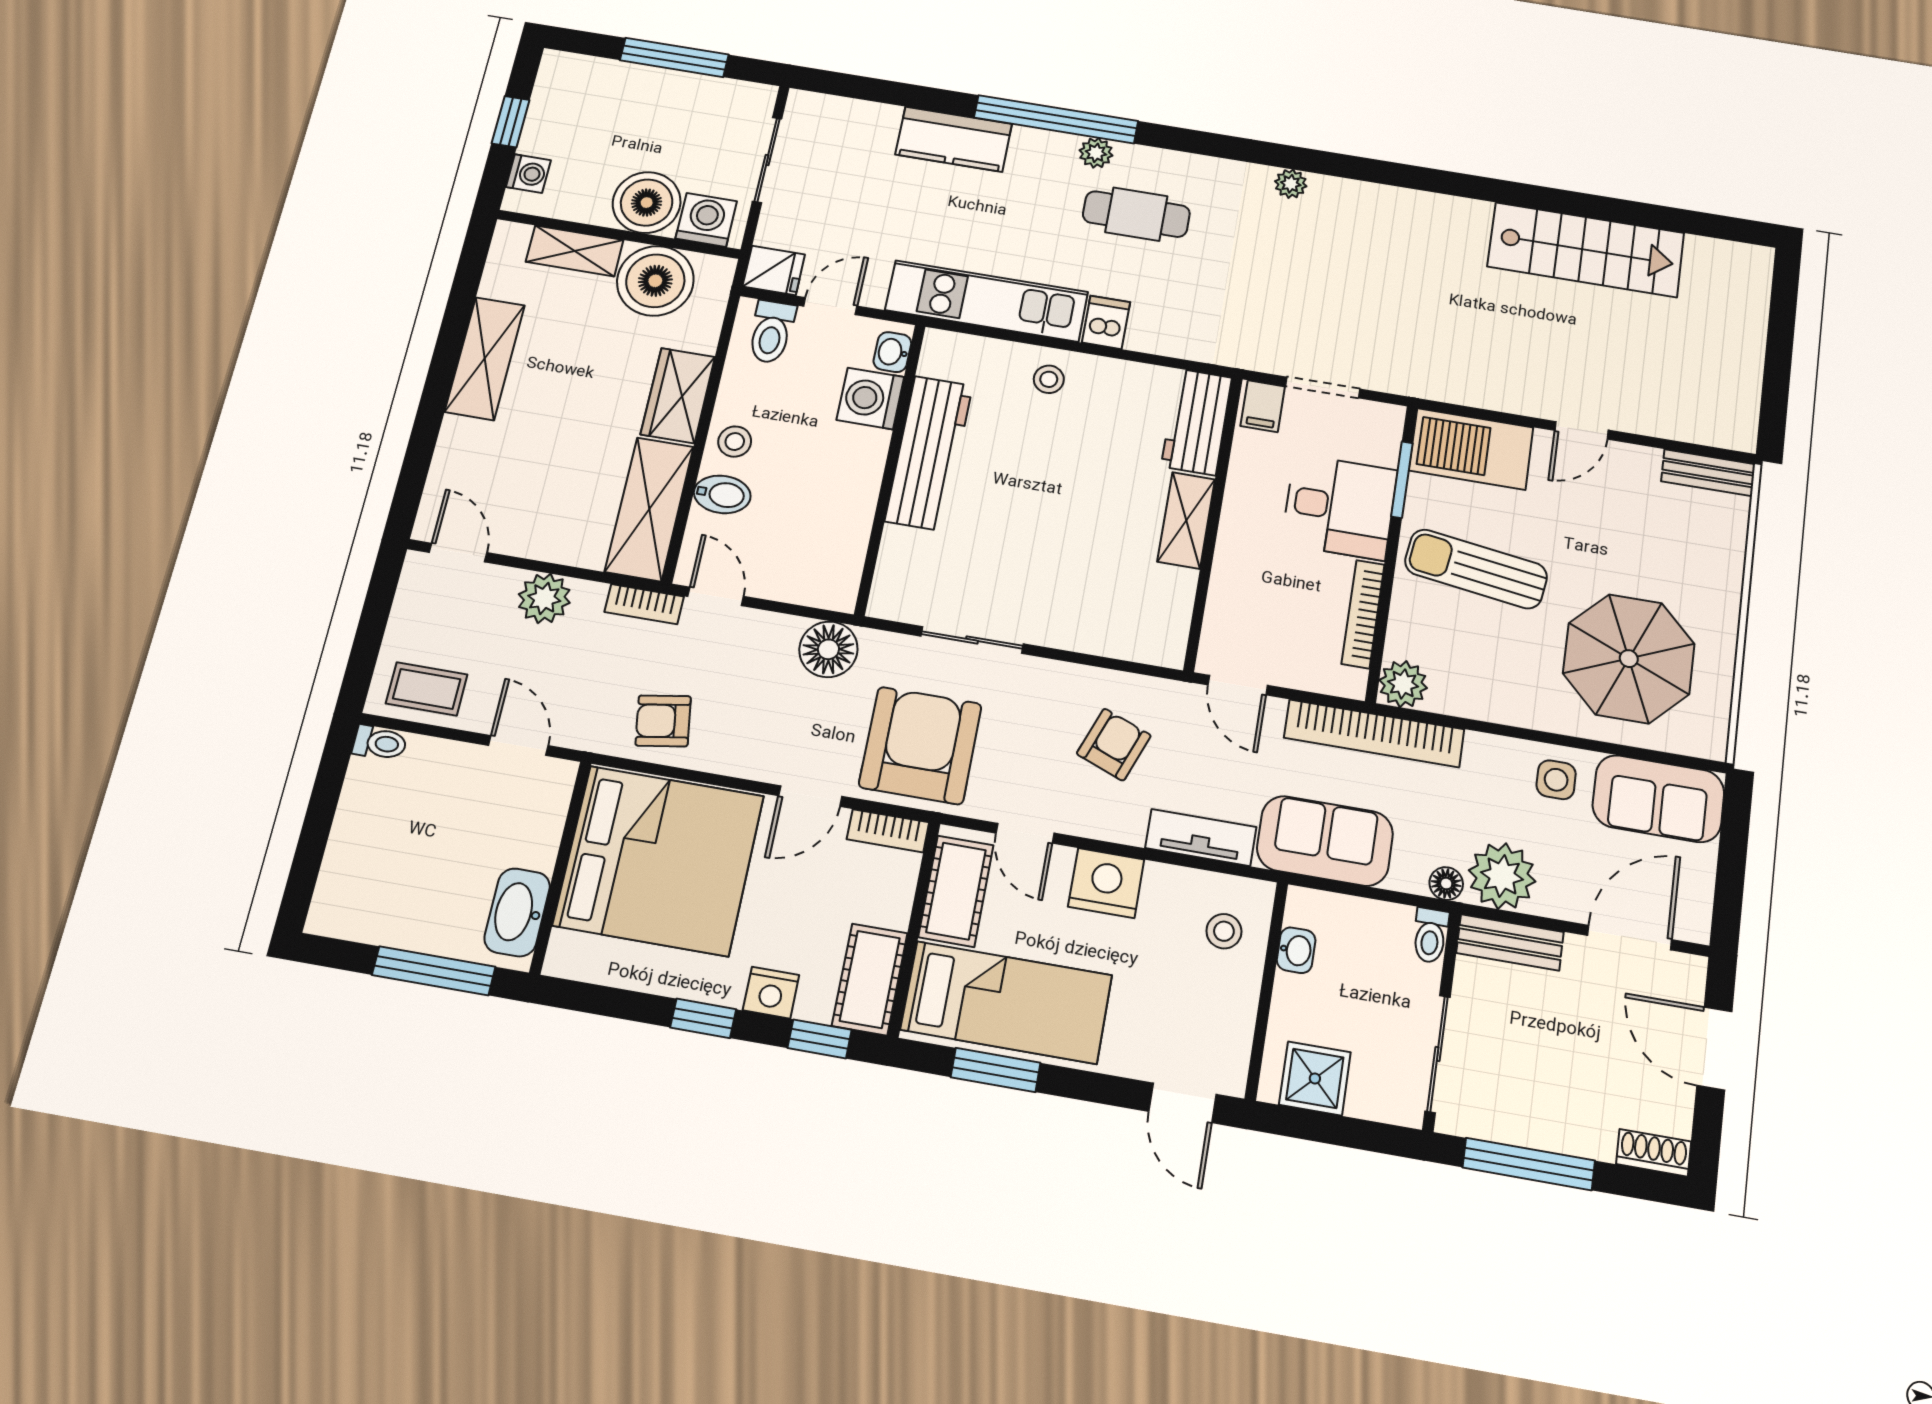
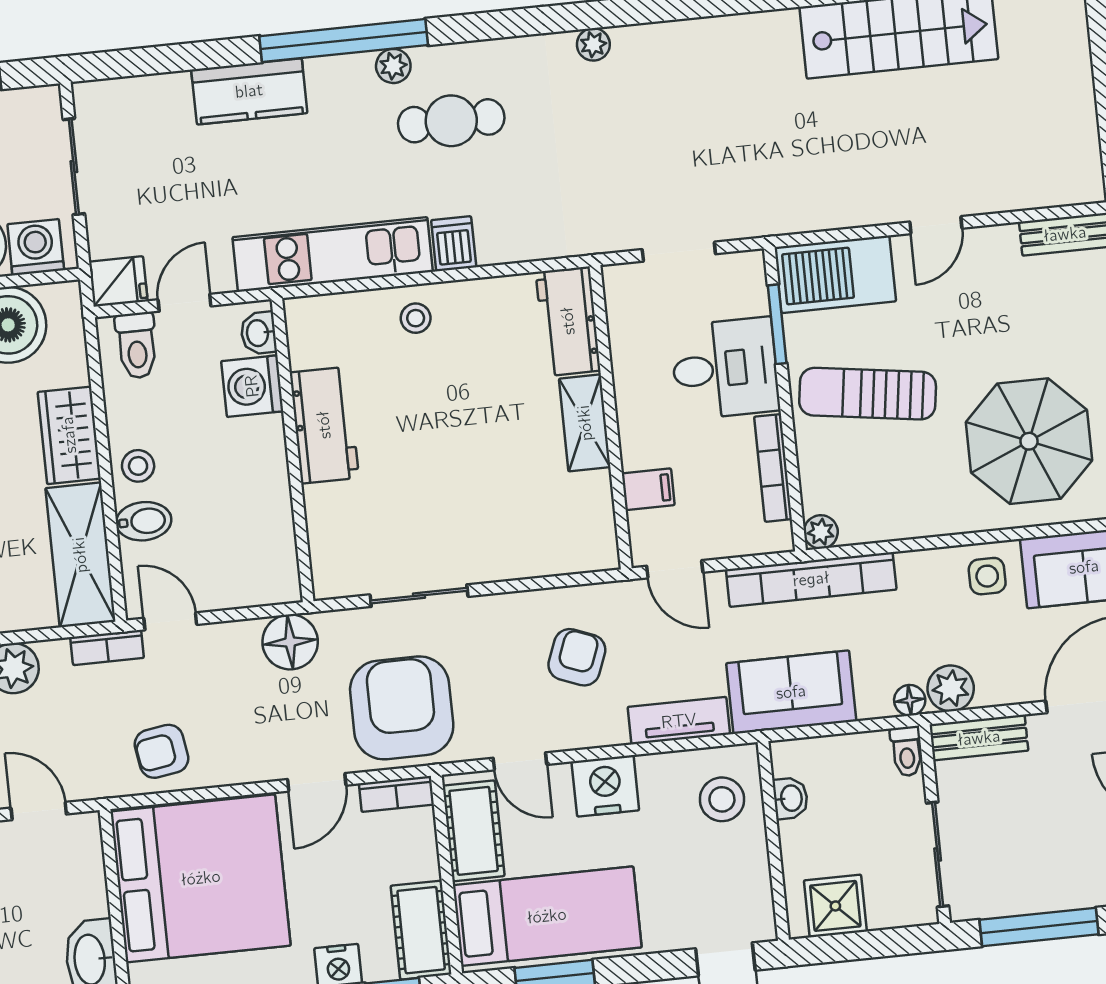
filing cabinet: (1263, 406) -> (648, 489), moved, turned -90
workbench: (929, 453) -> (324, 425), width x0.73
plant: (1403, 684) -> (821, 532), width x0.73, depth x0.73
plant: (1502, 876) -> (951, 688), width x0.73, depth x0.73
stool: (1224, 931) -> (722, 799), width x1.37, depth x1.37

